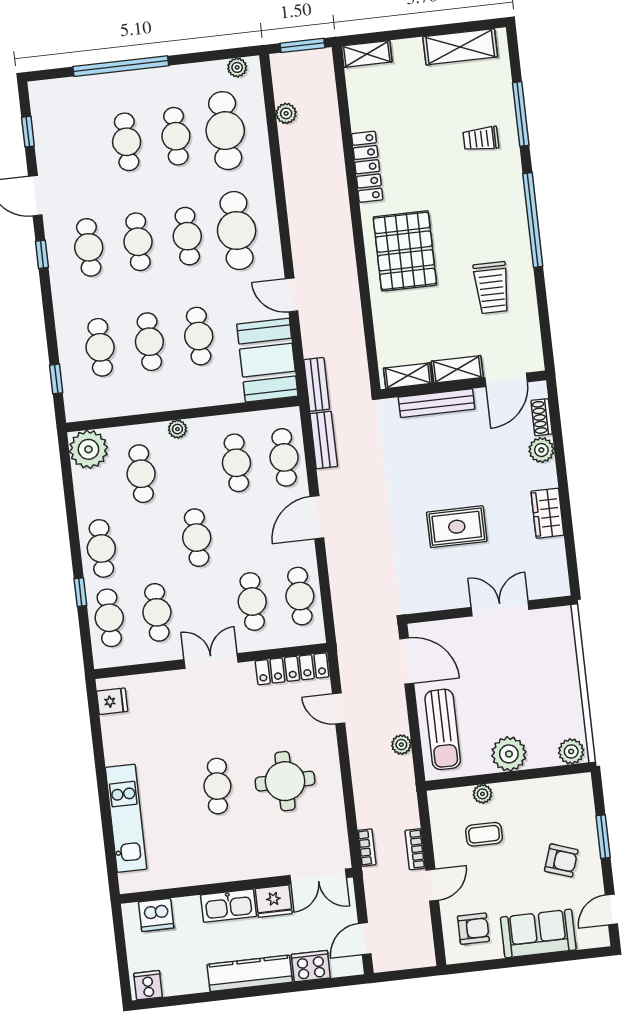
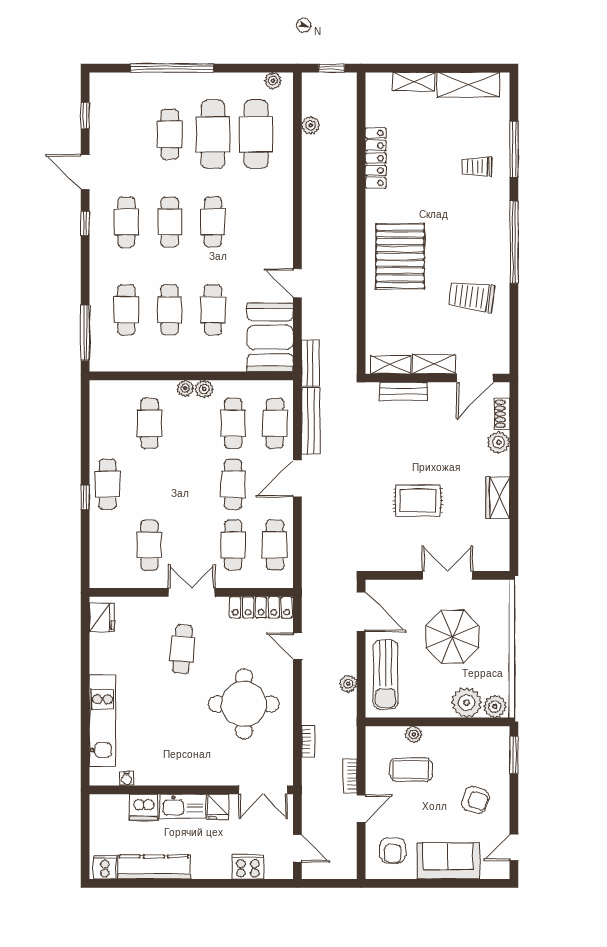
window: (302, 45) -> (332, 68), width x0.67
shelving: (367, 54) -> (414, 82), moved
cafe table: (176, 136) -> (213, 134), width x1.37, depth x1.35
locker: (367, 167) -> (376, 158), moved
cafe table: (237, 231) -> (256, 222), removed
trolley: (492, 288) -> (472, 297), turned 97
window: (56, 379) -> (85, 333), width x2.17
bench: (437, 403) -> (404, 391), width x0.73
bench: (324, 440) -> (311, 421), width x1.36
plant: (88, 449) -> (204, 389), moved, width x0.53, depth x0.53
cafe table: (197, 538) -> (233, 484), moved
window: (80, 592) -> (85, 497), moved
cafe table: (109, 618) -> (108, 545), removed
parasol: (514, 677) -> (452, 637), added
fridge: (112, 701) -> (102, 618), width x1.38
plant: (509, 754) -> (467, 702), moved
round table: (285, 781) -> (244, 704), width x1.36, depth x1.36
cafe table: (217, 786) -> (182, 649), moved
coffee table: (484, 834) -> (411, 770), width x1.36, depth x1.30
window: (603, 837) -> (514, 755), moved
bookcase: (367, 848) -> (308, 741), moved
water cooler: (161, 881) -> (127, 779), added
fridge: (274, 901) -> (218, 807), width x0.72
dishwasher: (156, 915) -> (144, 807), moved
armchair: (473, 929) -> (393, 850), turned 90
door: (365, 939) -> (297, 848), swing flipped
kitchen counter: (250, 973) -> (154, 867), moved

